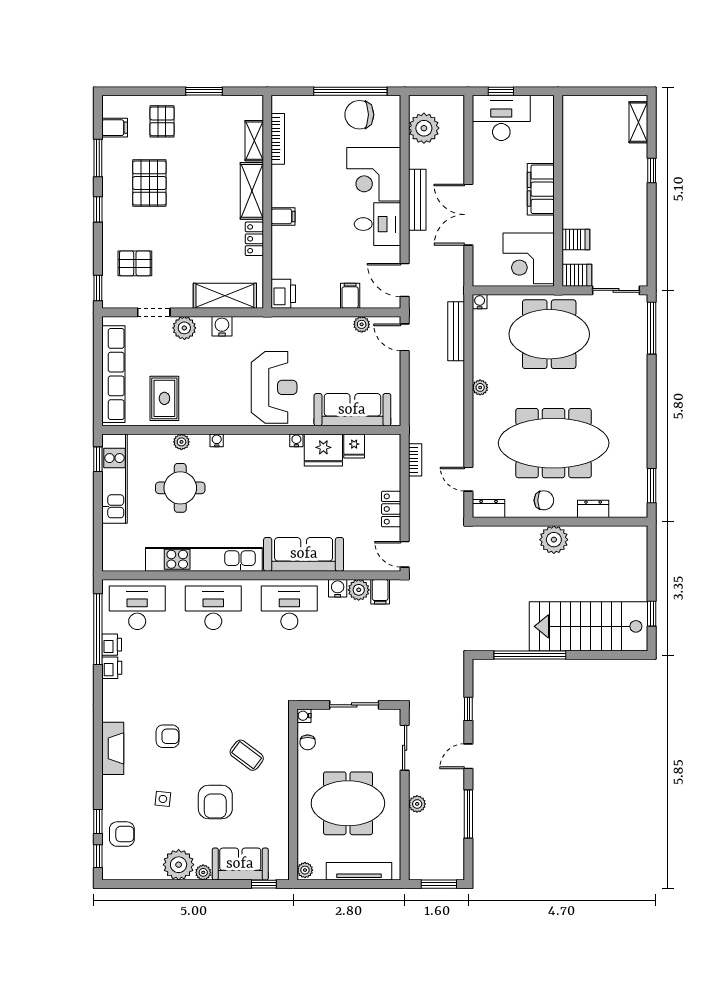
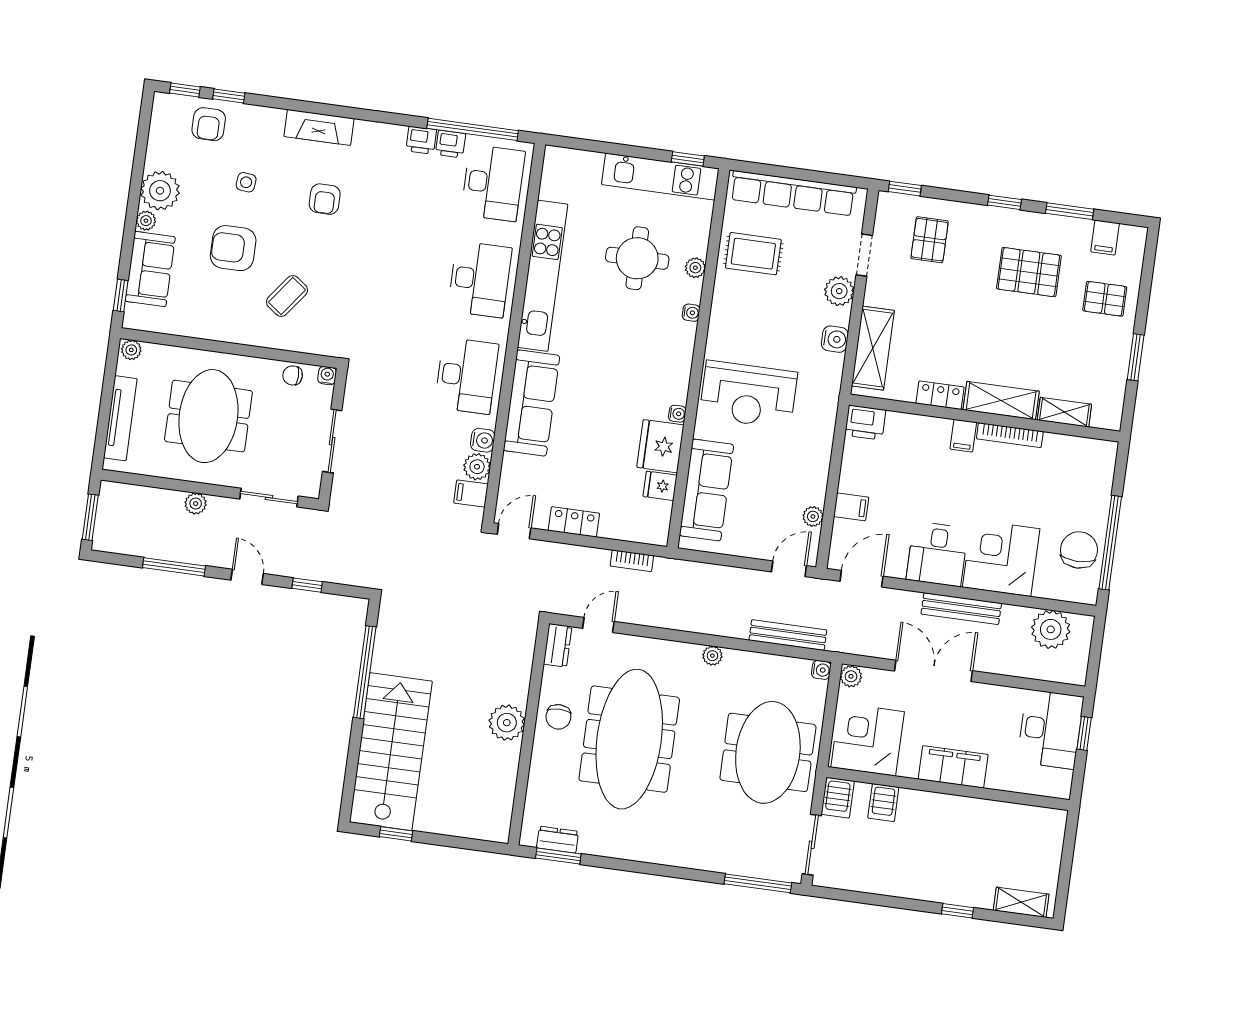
bookcase: (278, 139) -> (1010, 435), moved
plant: (481, 278) -> (851, 676), added
dresser: (593, 509) -> (558, 840), moved, turned -90

